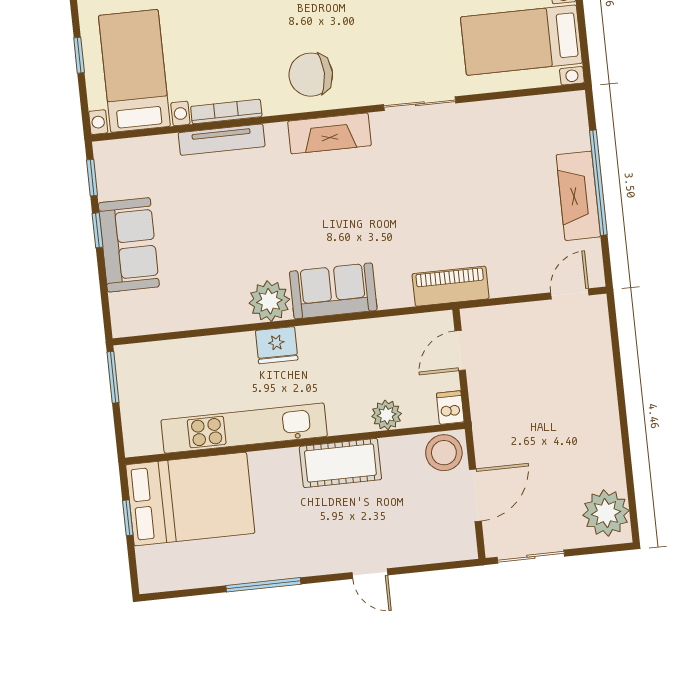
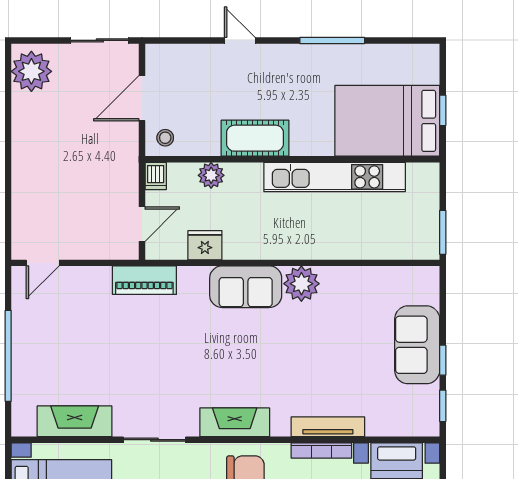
fireplace: (578, 196) -> (75, 421), moved, turned -90
fridge: (277, 345) -> (205, 245), moved
stool: (444, 453) -> (165, 138), width x0.53, depth x0.53

